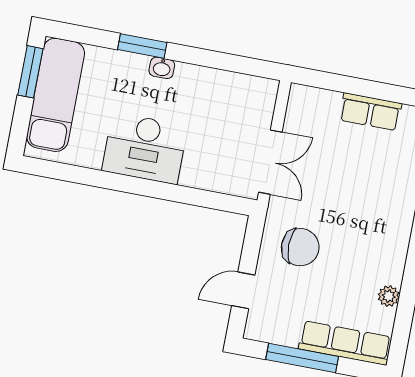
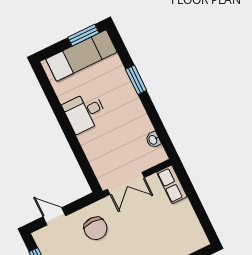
washbasin: (162, 68) -> (153, 140), moved
row of seats: (370, 112) -> (172, 184), moved
desk: (145, 148) -> (85, 112), width x0.73

